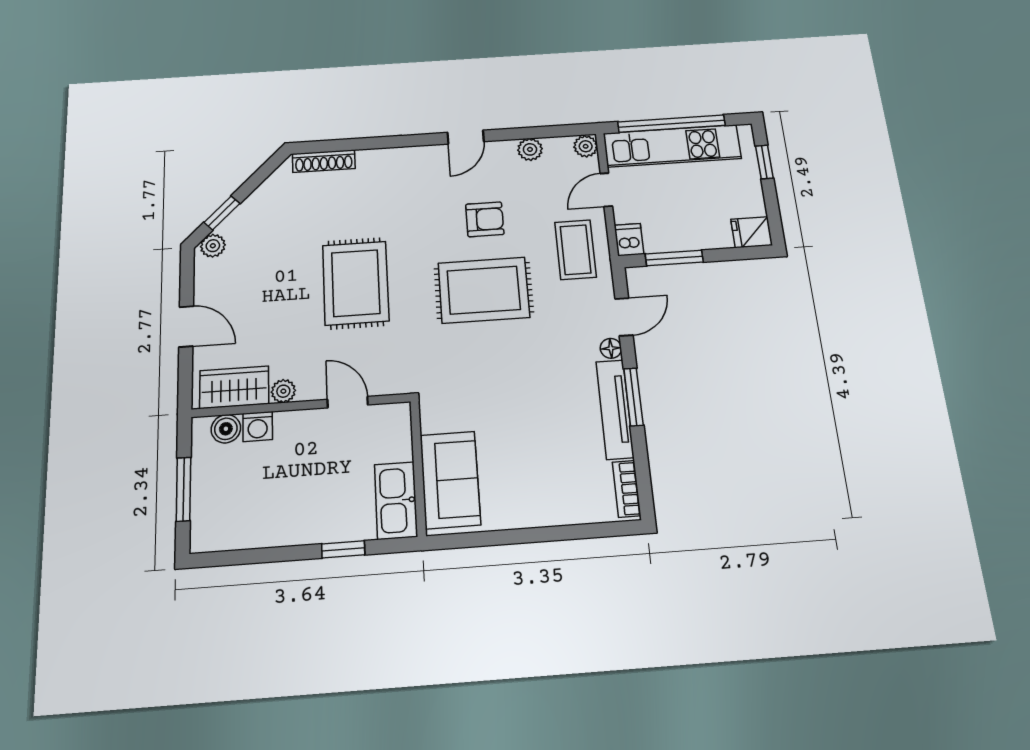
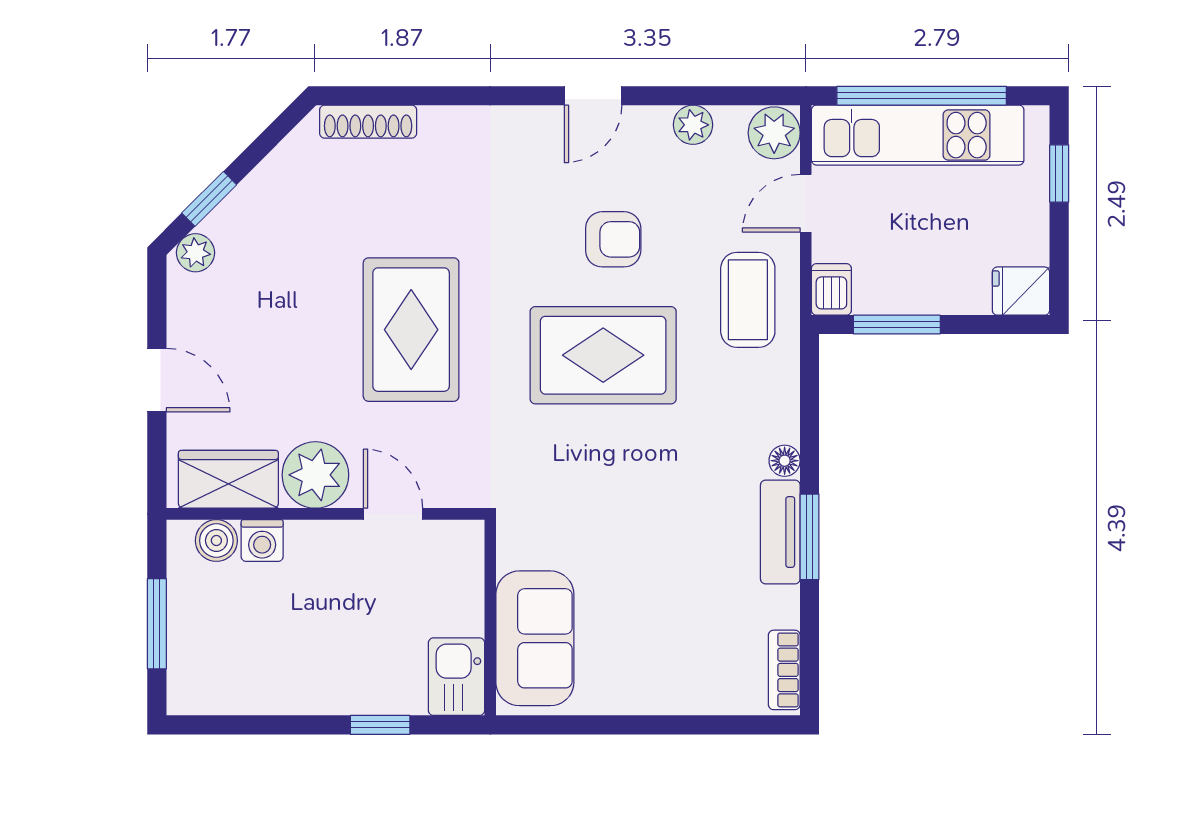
plant: (586, 146) -> (774, 133), width x1.38, depth x1.38
door: (624, 317) -> (810, 413), removed
plant: (283, 391) -> (315, 475), width x1.88, depth x1.88
tv unit: (615, 409) -> (780, 532), width x0.71
kitchen sink: (396, 500) -> (456, 677), width x0.73

